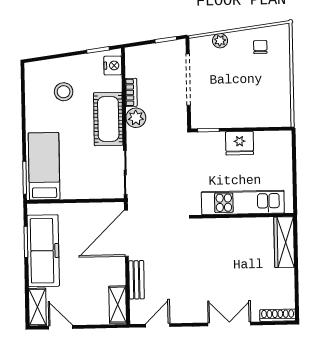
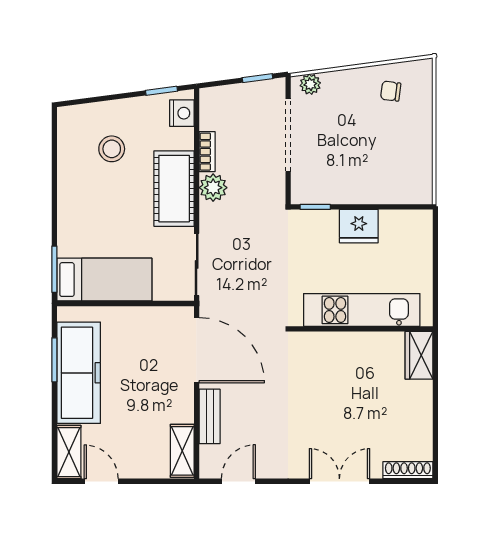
plant: (220, 41) -> (310, 84), moved
chair: (260, 47) -> (391, 91), turned -83
bed: (44, 166) -> (104, 280), moved, turned 90
door: (126, 233) -> (197, 350), swing flipped
wardrobe: (284, 242) -> (419, 355), width x0.67

